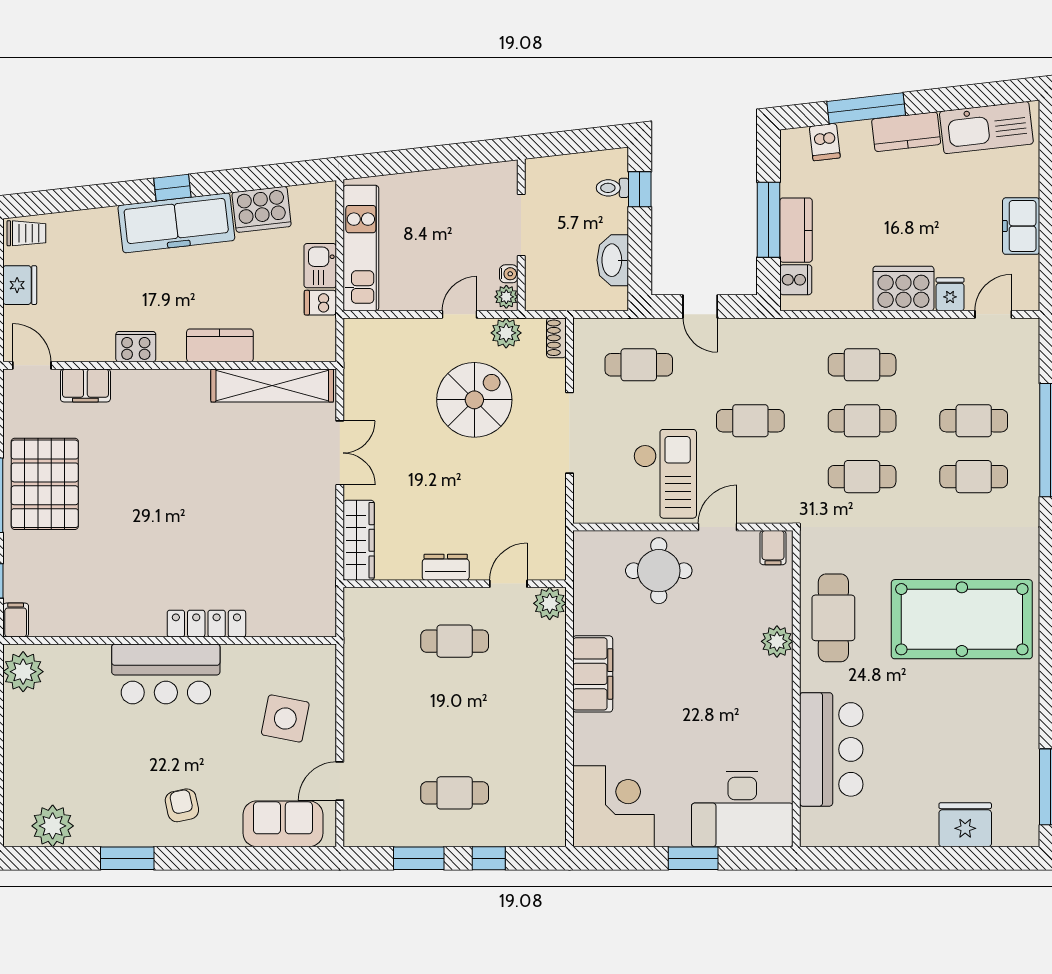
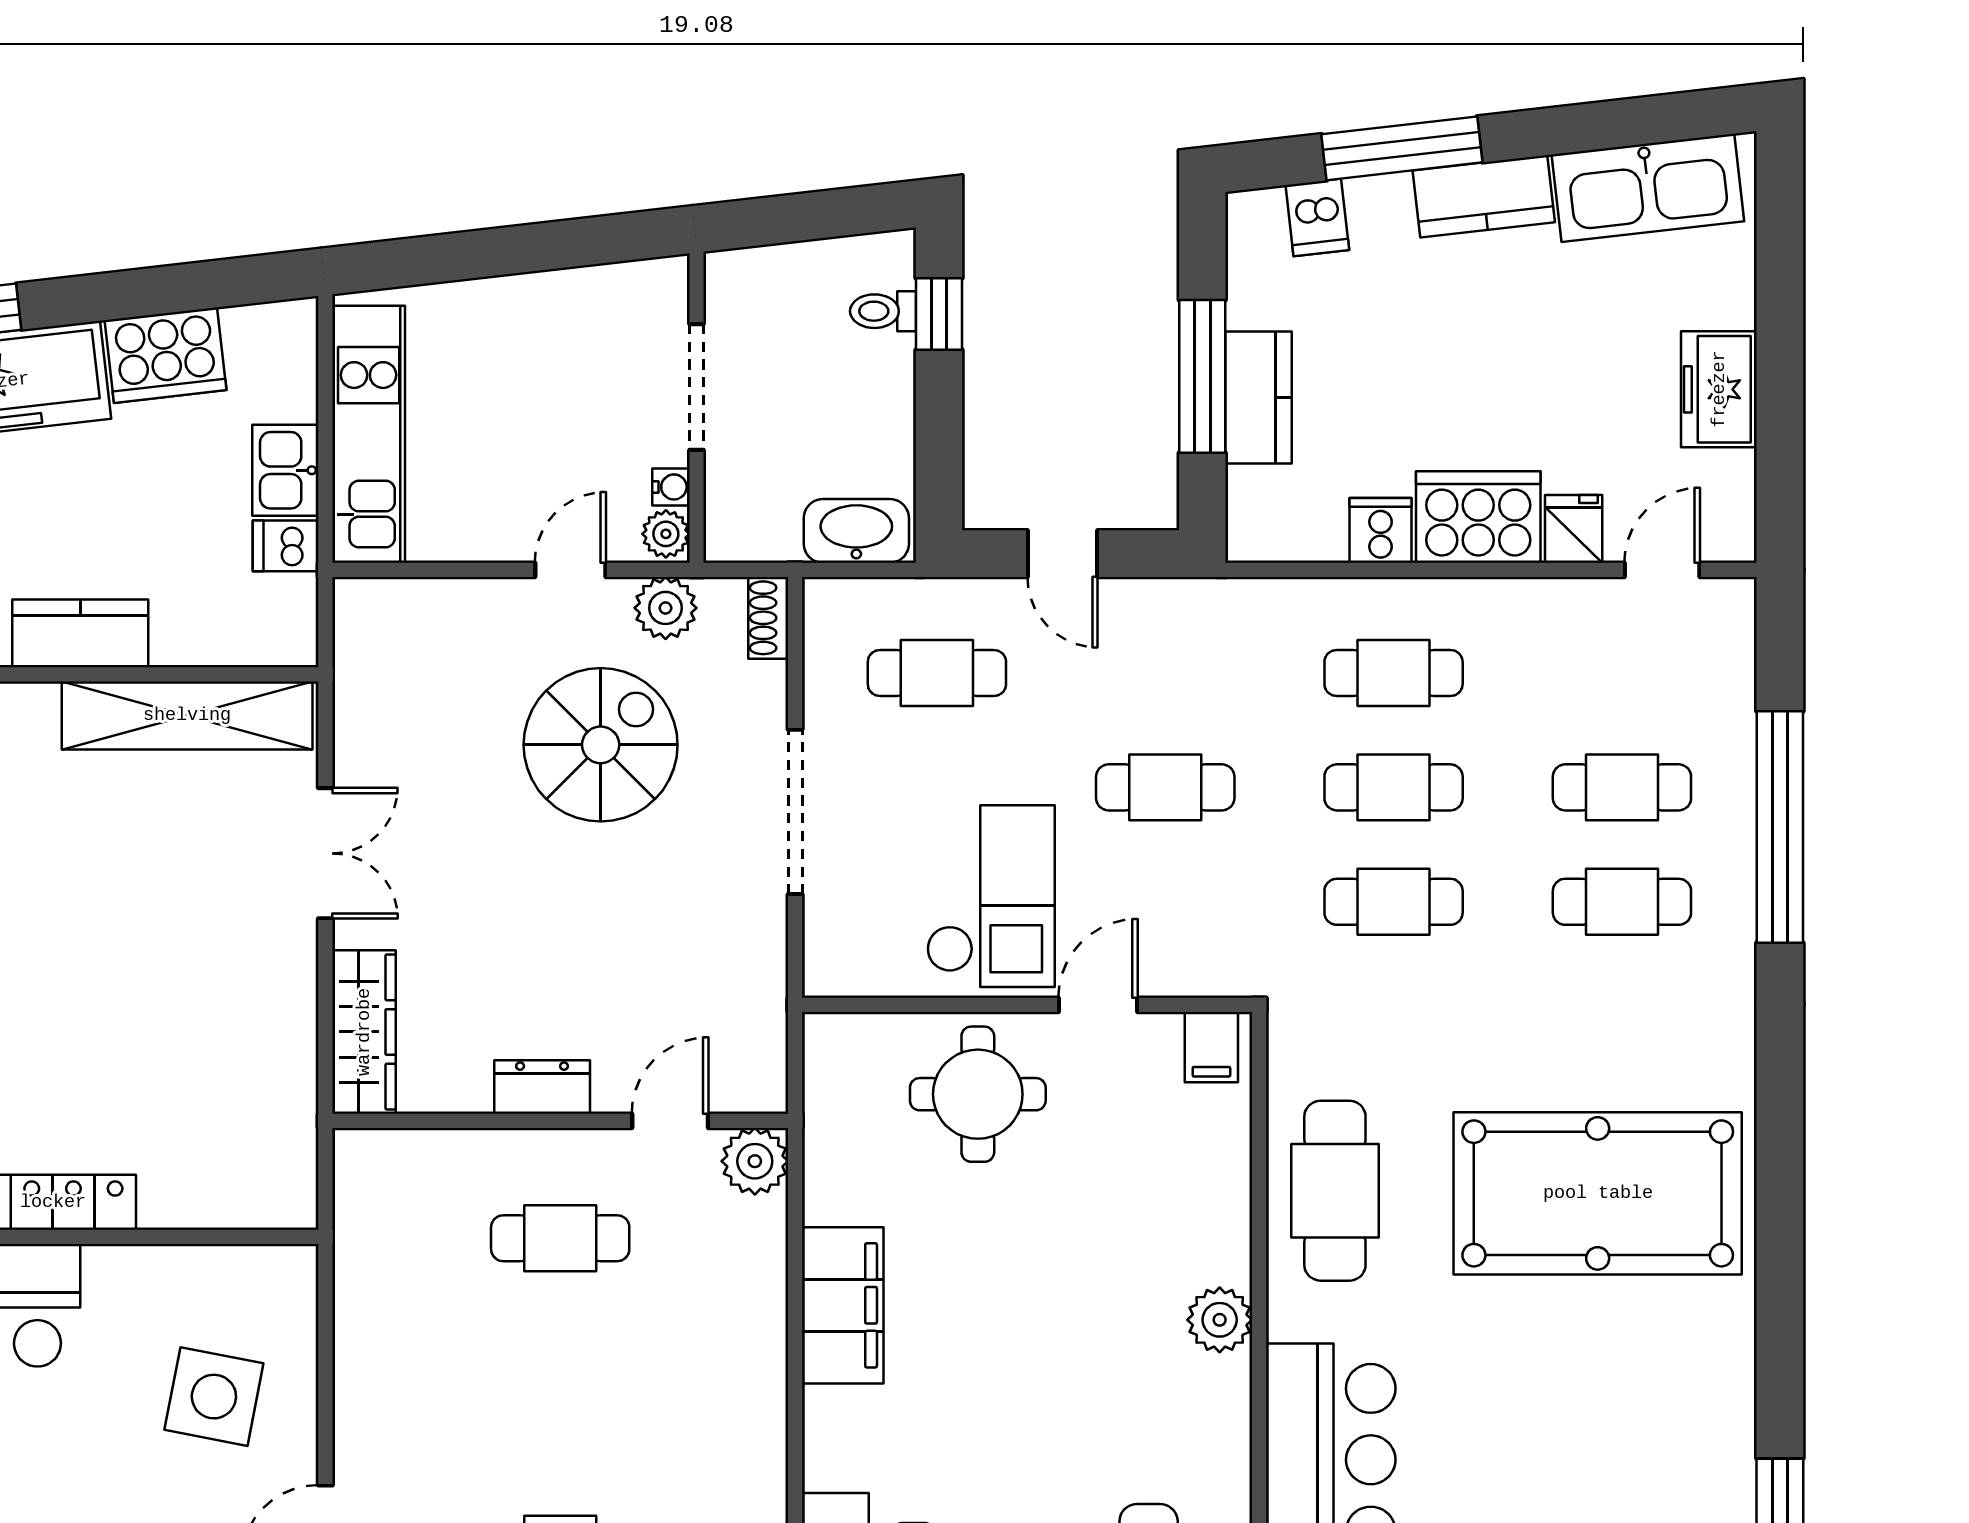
washbasin: (613, 260) -> (856, 531), moved, turned 90
cooker: (796, 280) -> (1381, 530), moved, turned -90
plant: (777, 641) -> (1220, 1320), moved

